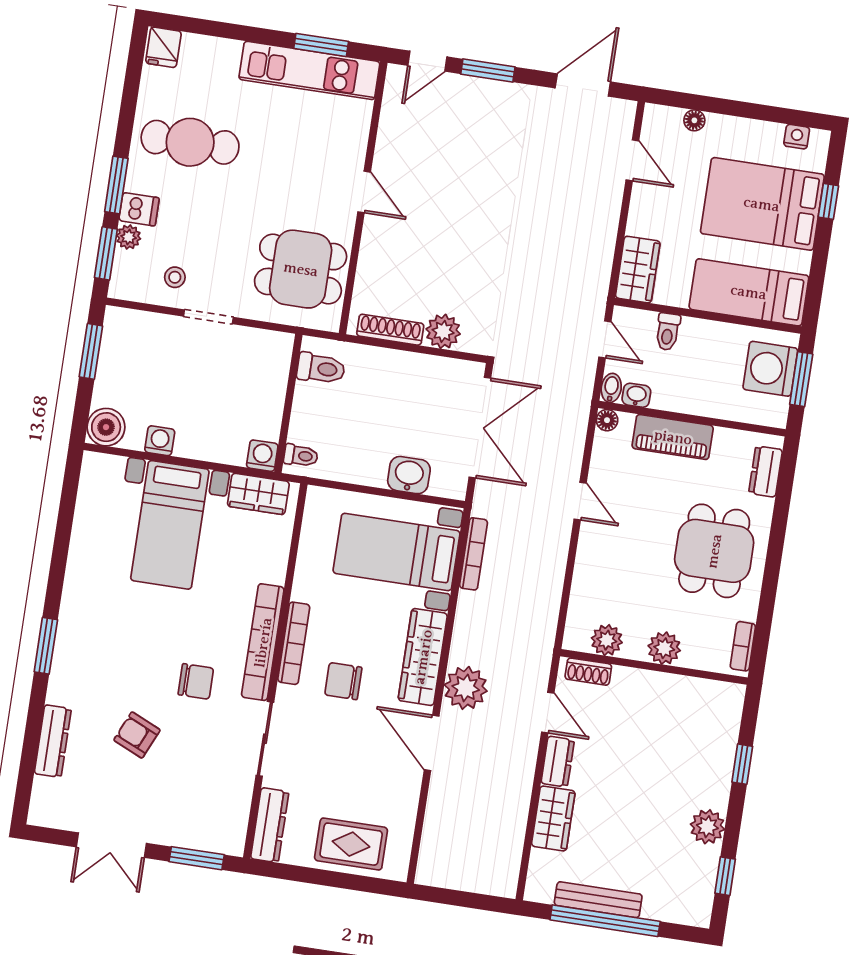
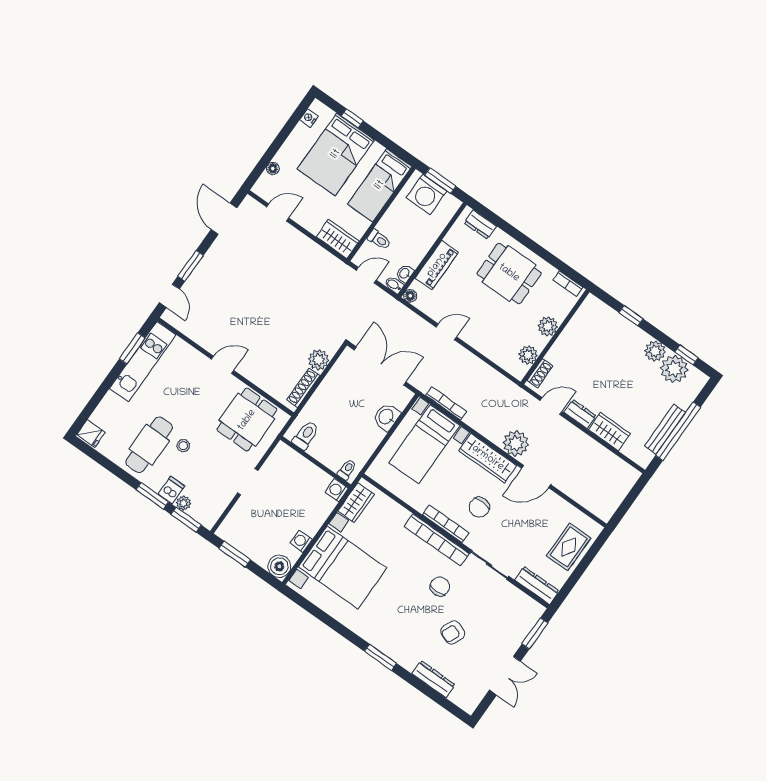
stool: (175, 277) -> (183, 446), moved
bed with nightstands: (170, 525) -> (342, 567), width x1.36
plant: (695, 868) -> (674, 369), added

